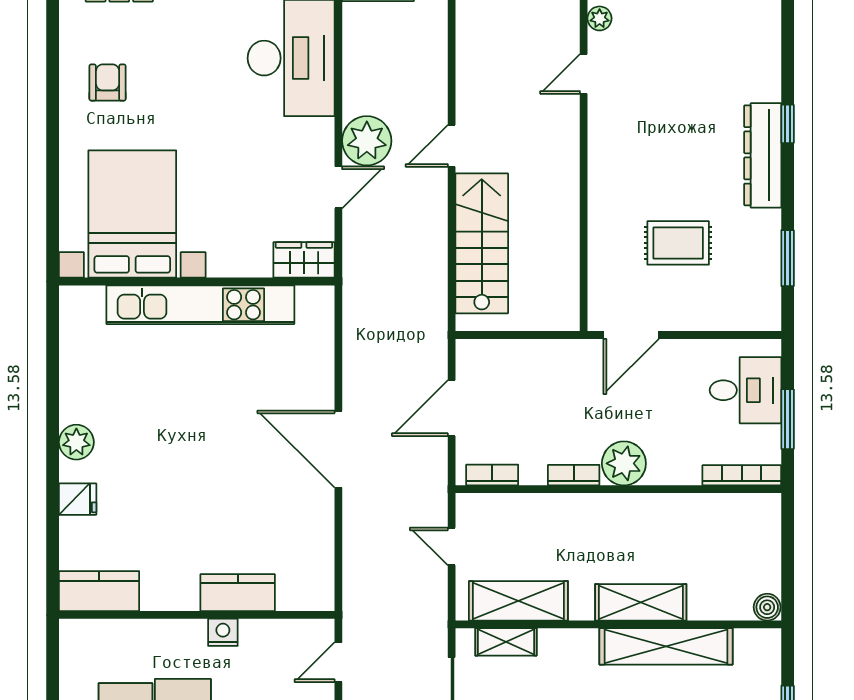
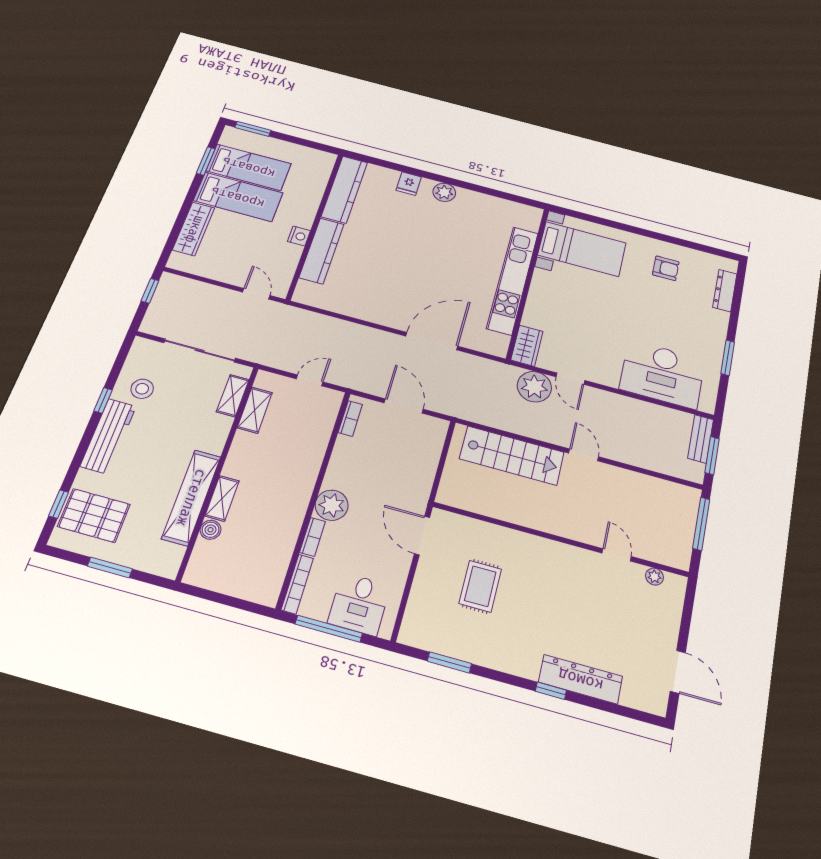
plant: (367, 141) -> (534, 387), moved
dresser: (763, 155) -> (581, 679), moved
bed with nightstands: (132, 214) -> (582, 249), width x0.73
window: (788, 419) -> (329, 629), width x1.44
door: (338, 449) -> (432, 341), moved
bookcase: (574, 475) -> (313, 537), moved
kitchen counter: (99, 591) -> (344, 189), width x1.50
kitchen counter: (238, 593) -> (322, 251), width x1.50
shelving: (518, 601) -> (255, 410), width x0.67, depth x0.75
shelving: (641, 602) -> (222, 498), width x0.67, depth x0.75
boiler: (767, 607) -> (211, 530), moved

